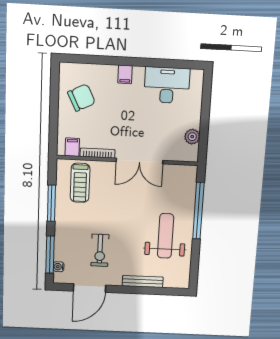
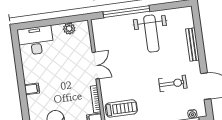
desk: (167, 85) -> (36, 41), moved, turned 90
double door: (139, 161) -> (96, 66), width x0.73
weight bench: (166, 236) -> (151, 34), turned -90

